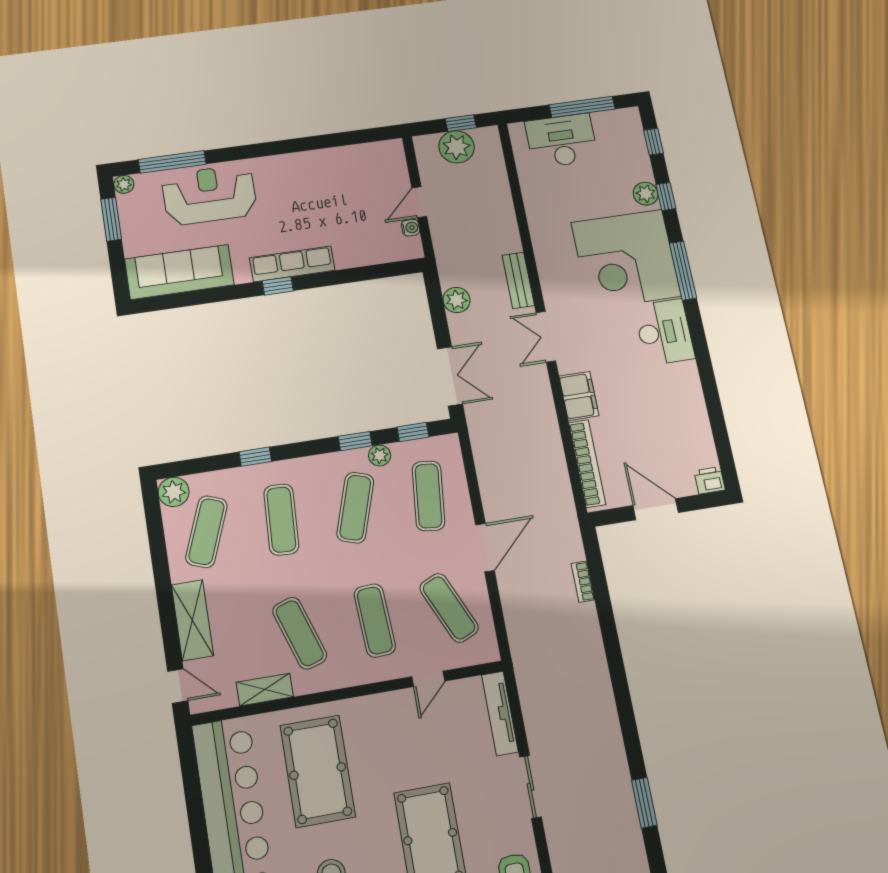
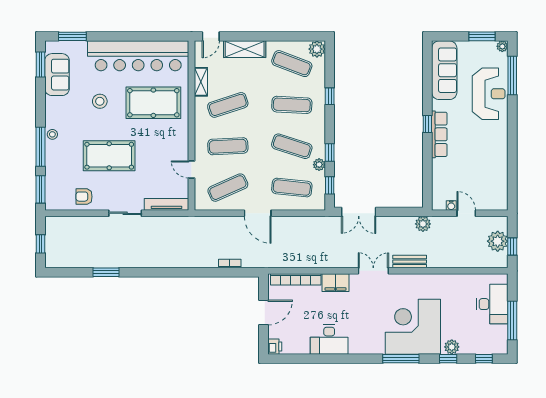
plant: (457, 300) -> (423, 224), moved
desk: (664, 332) -> (329, 340), moved

